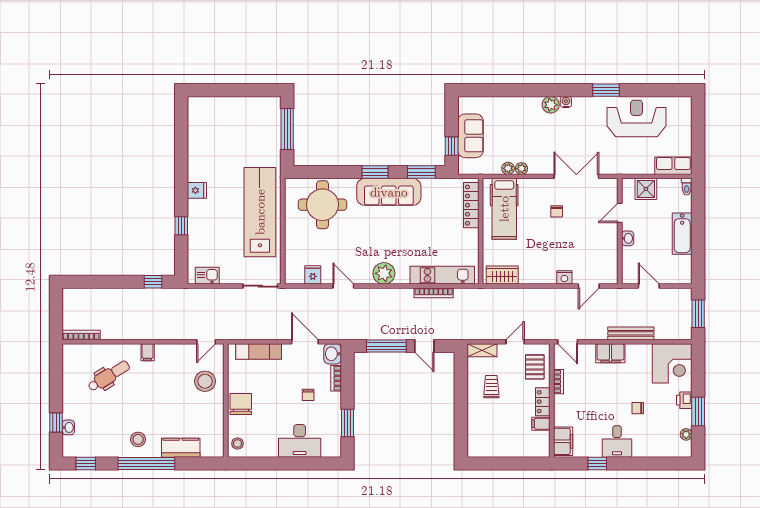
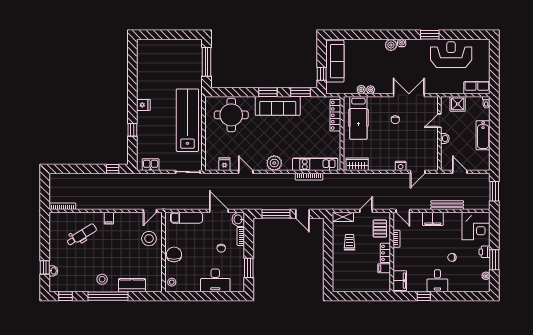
sofa: (470, 136) -> (335, 61), width x1.36

